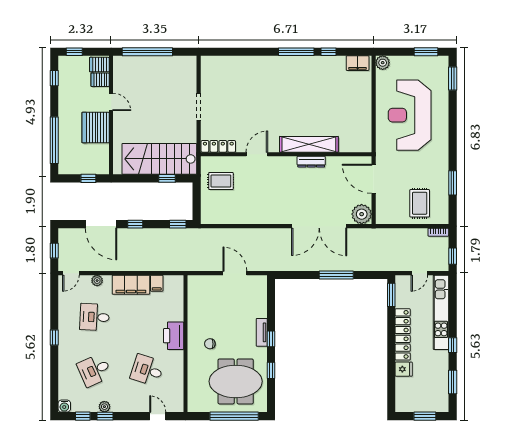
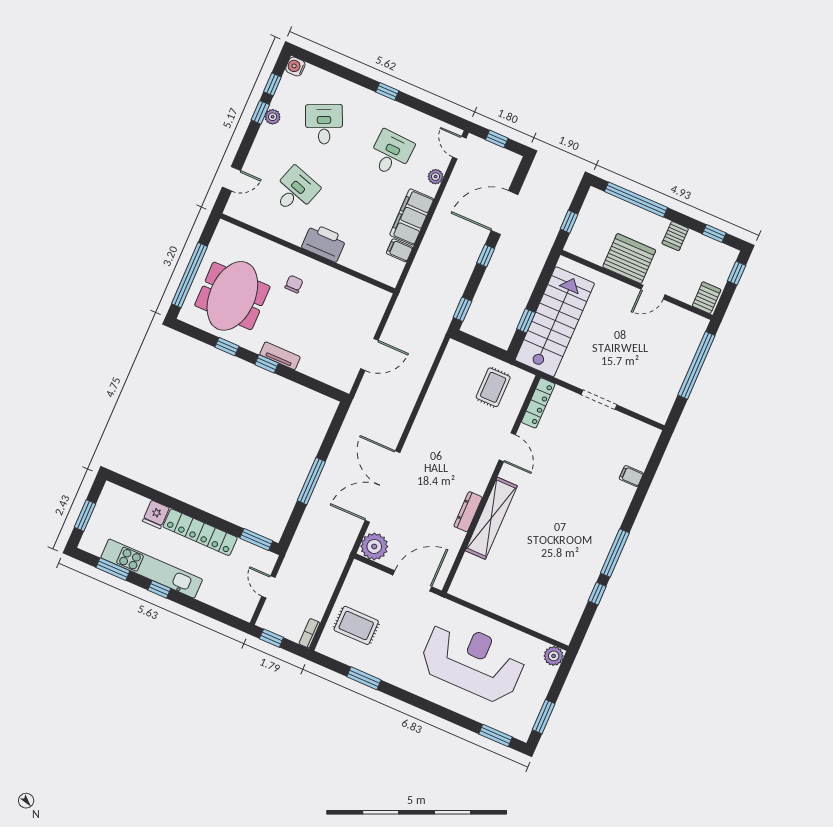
filing cabinet: (358, 63) -> (631, 476), moved, width x0.50
server rack: (100, 80) -> (675, 236), moved, turned 180
kitchen unit: (441, 312) -> (152, 569), moved

